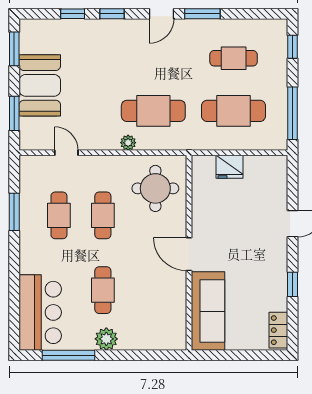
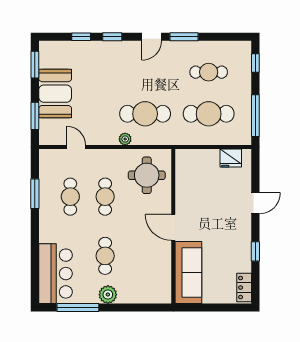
fridge: (229, 167) -> (231, 158), moved

